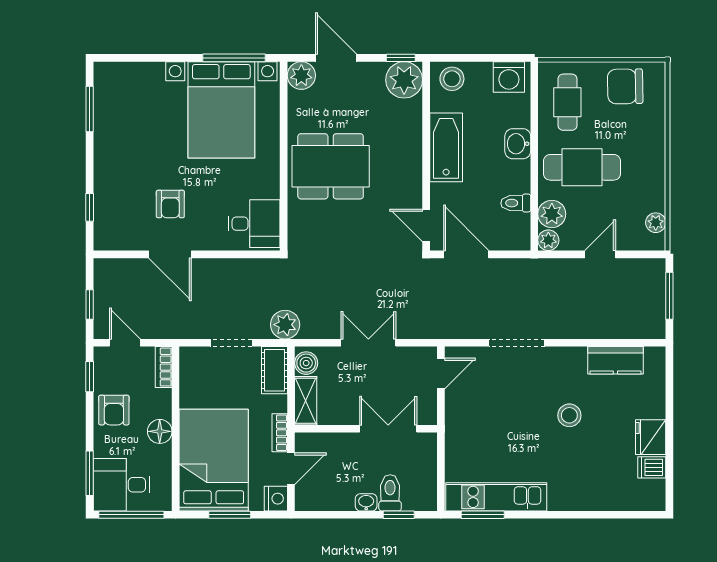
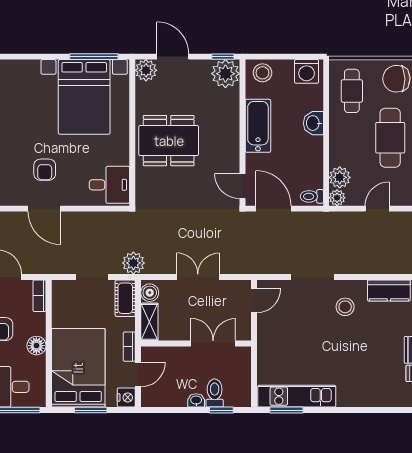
cafe table: (582, 167) -> (390, 138), moved, turned 90
toilet: (516, 203) -> (312, 196), moved
stool: (569, 415) -> (345, 307), moved

